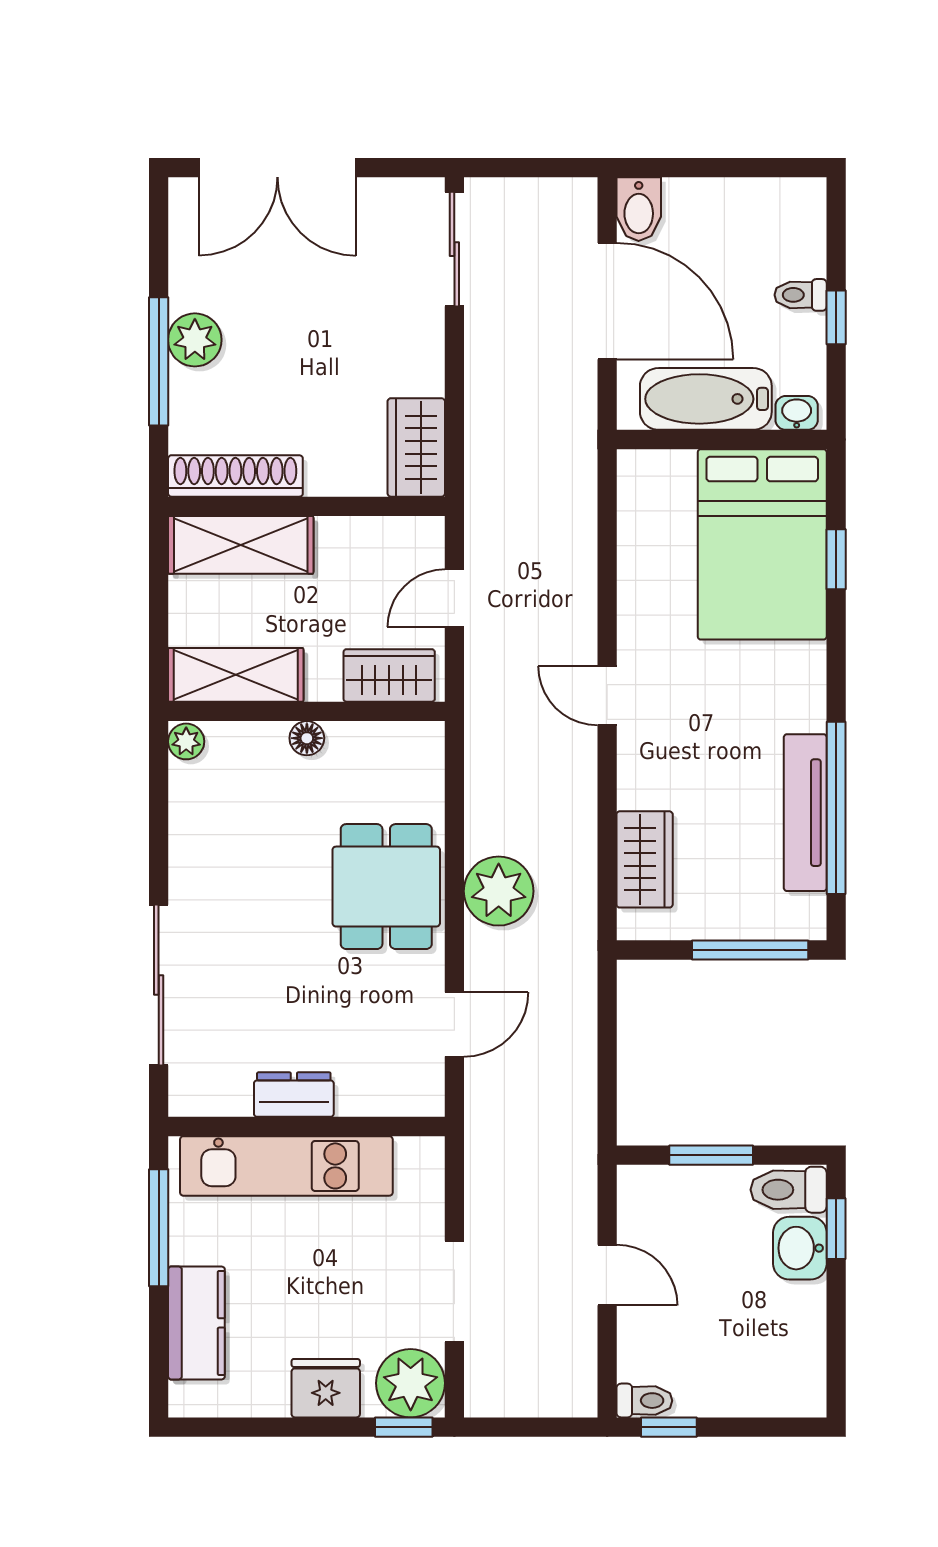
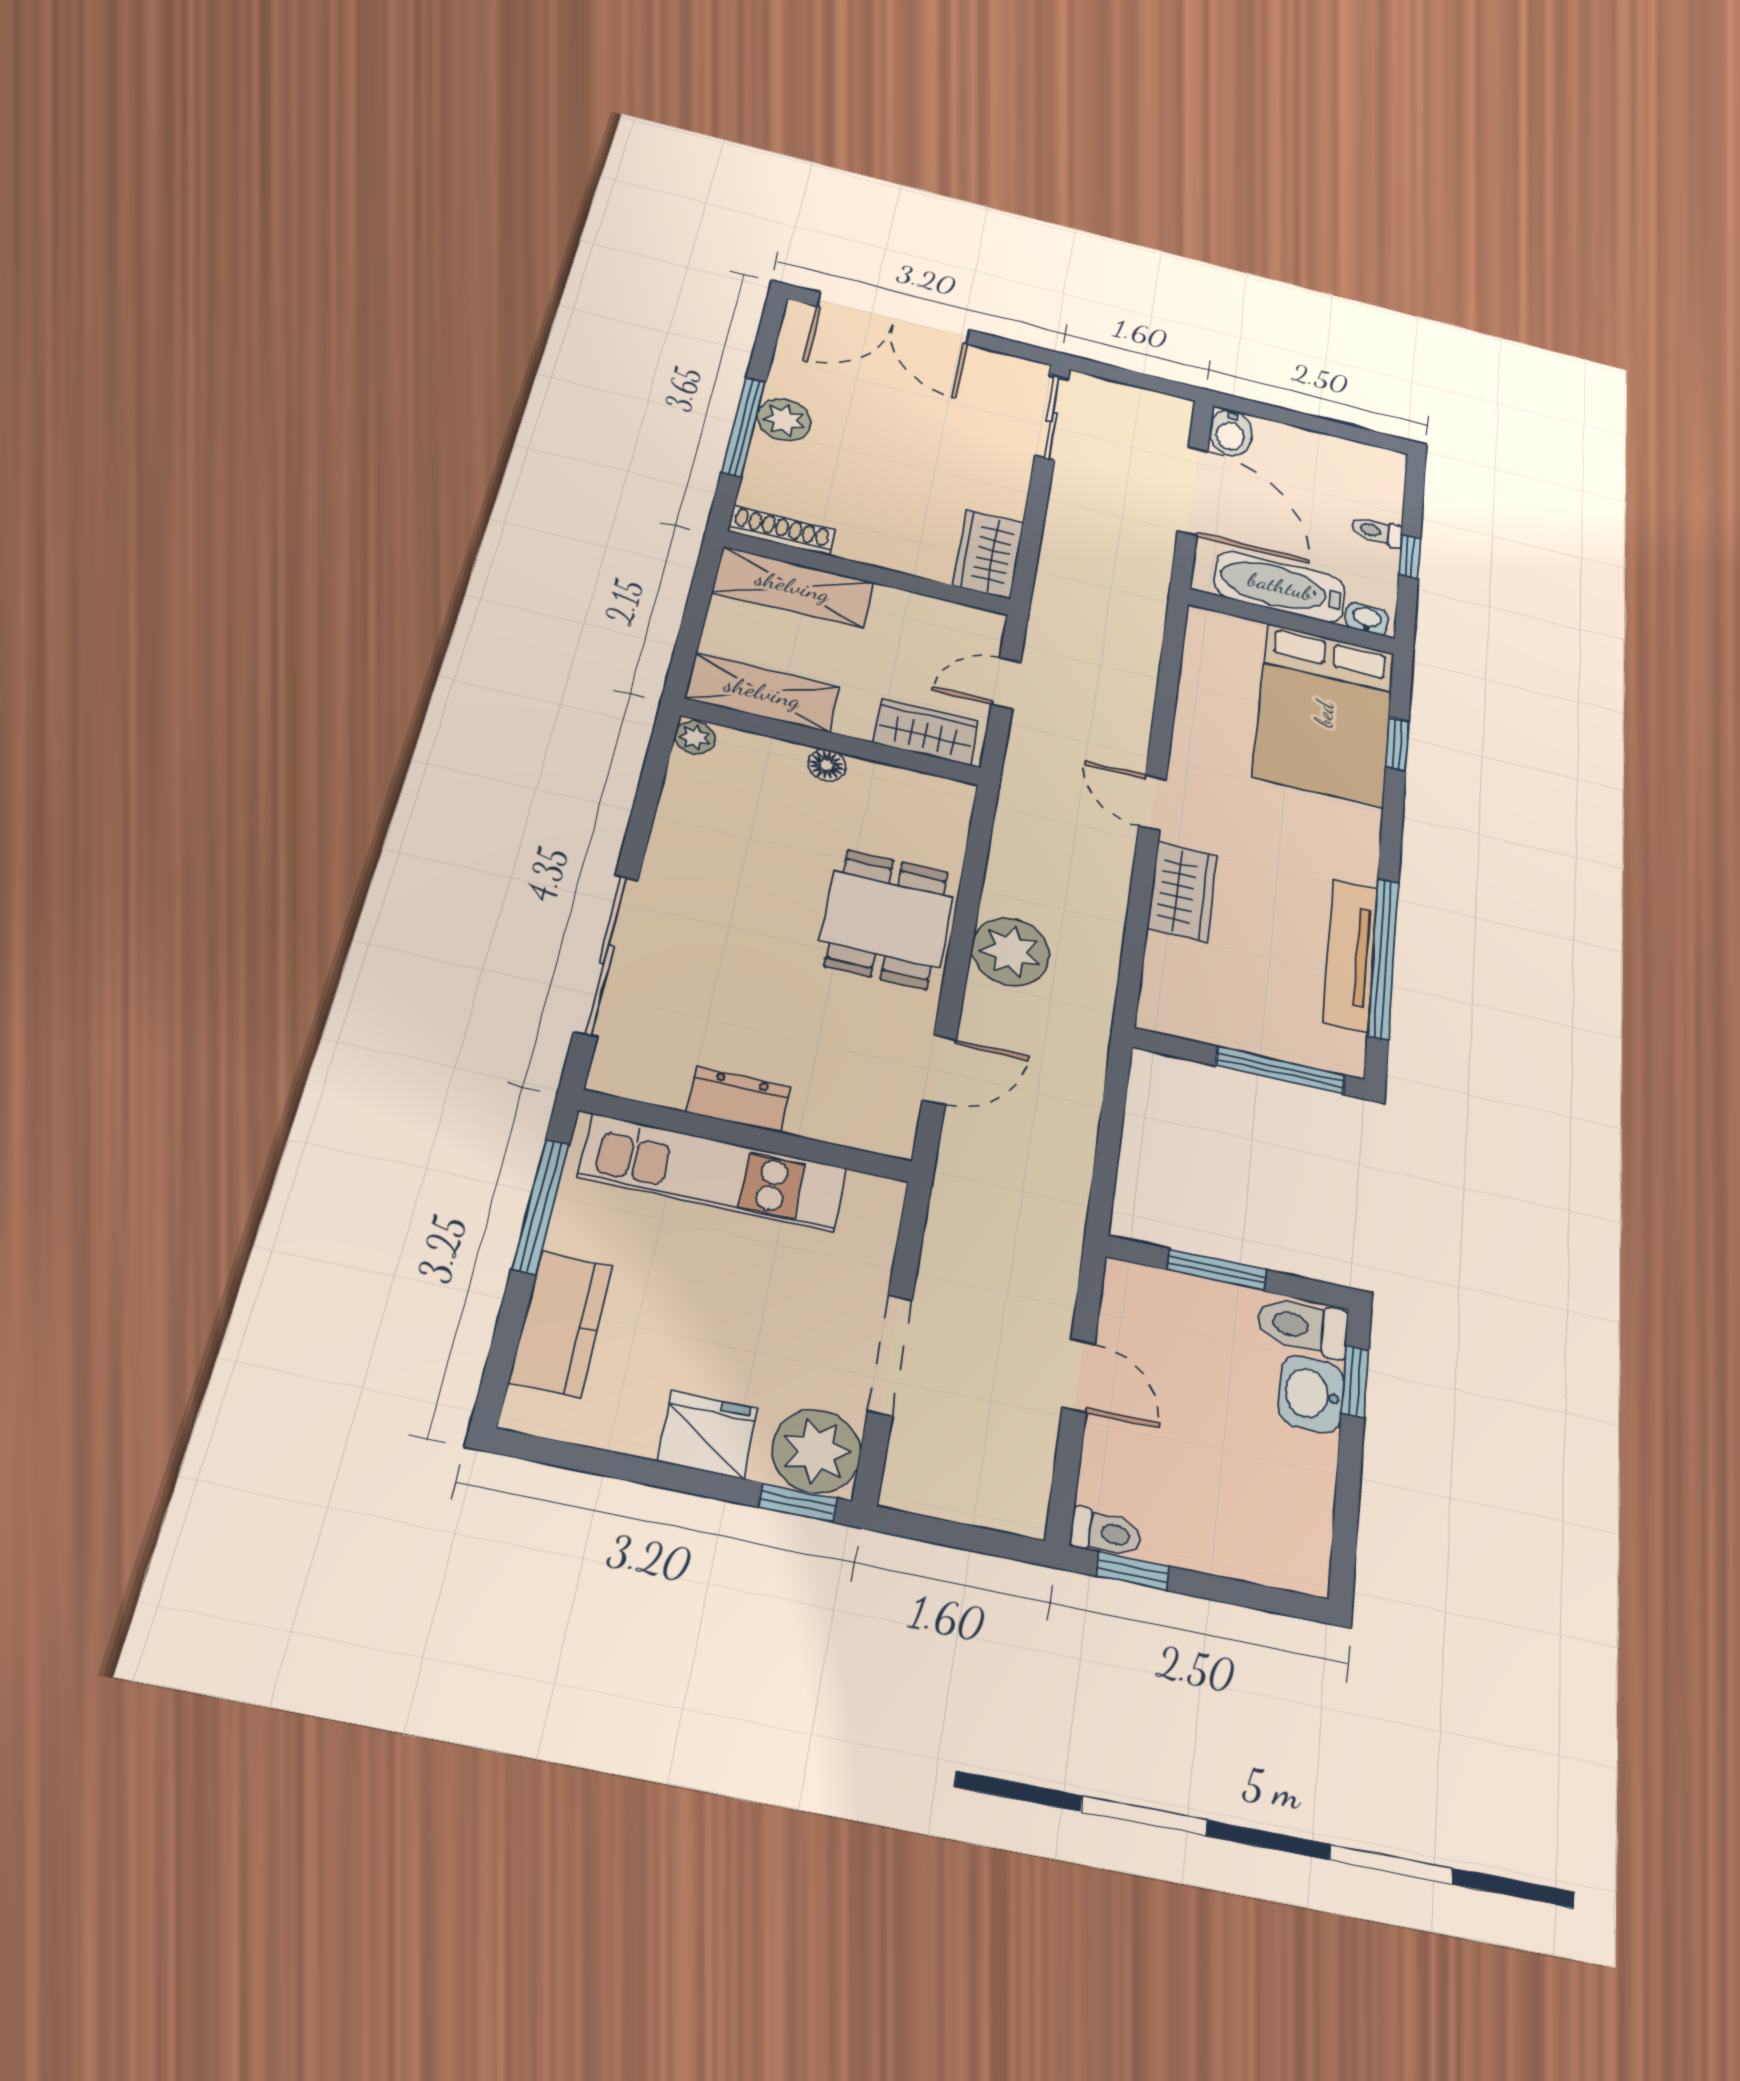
shoe rack: (235, 476) -> (781, 531), width x0.74, depth x0.81
wardrobe: (645, 859) -> (1182, 892), moved

